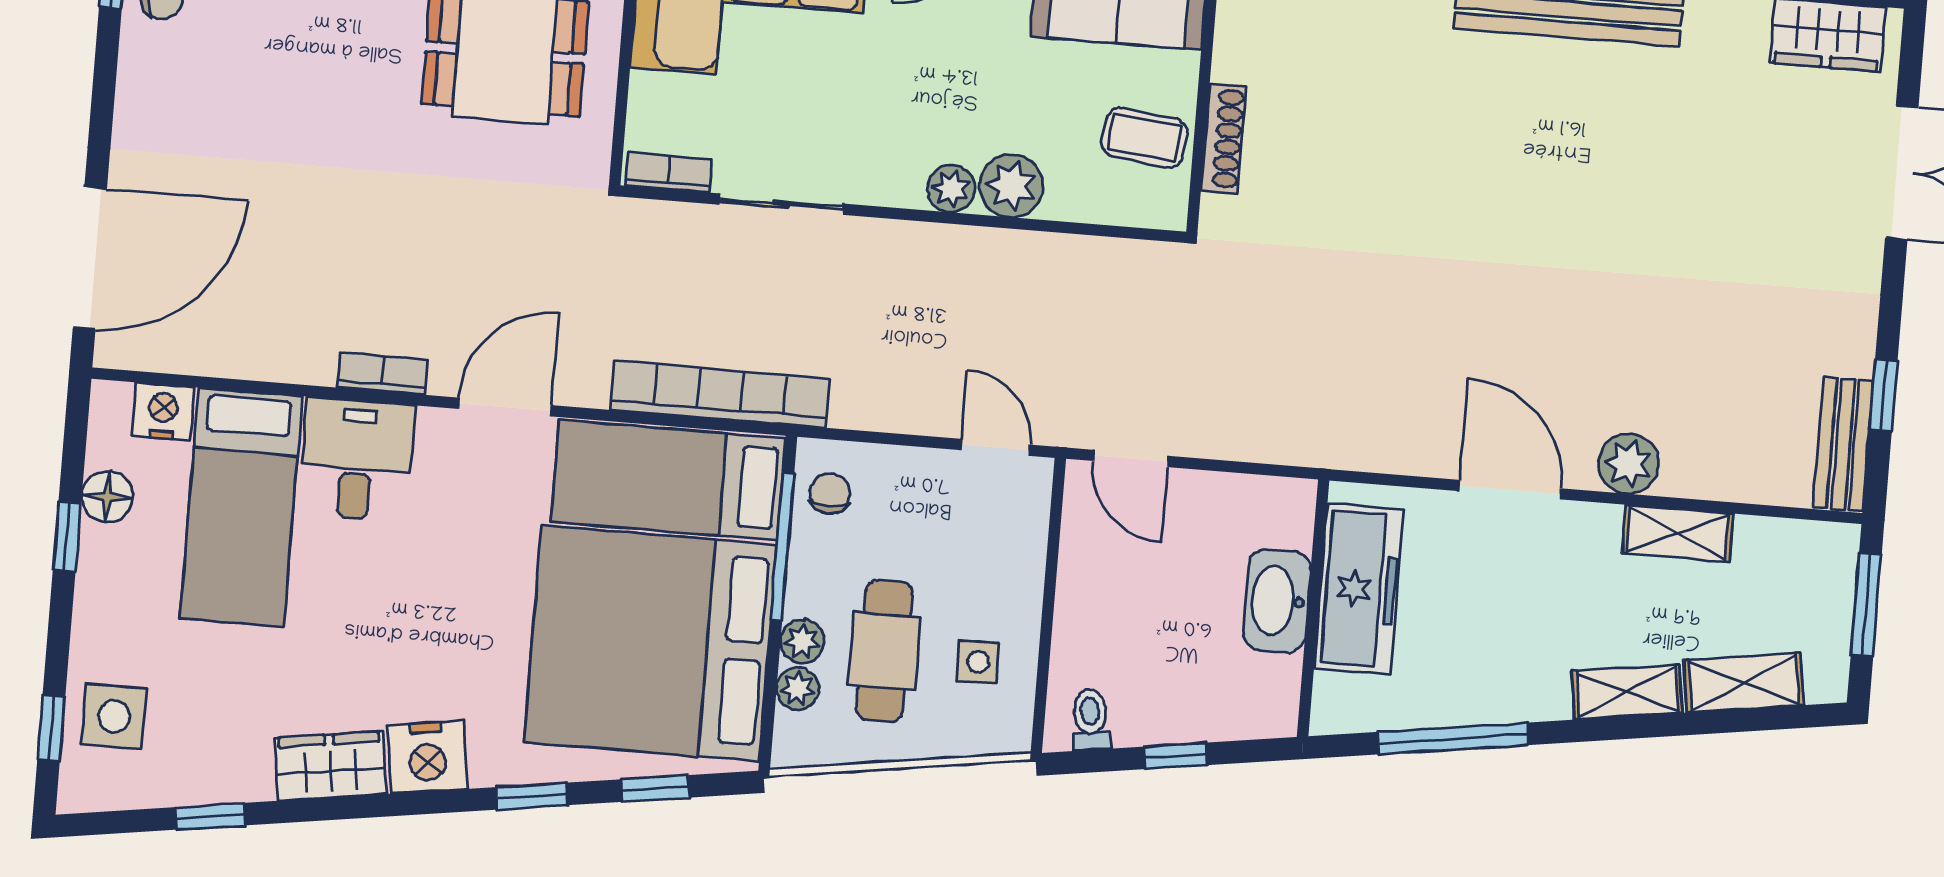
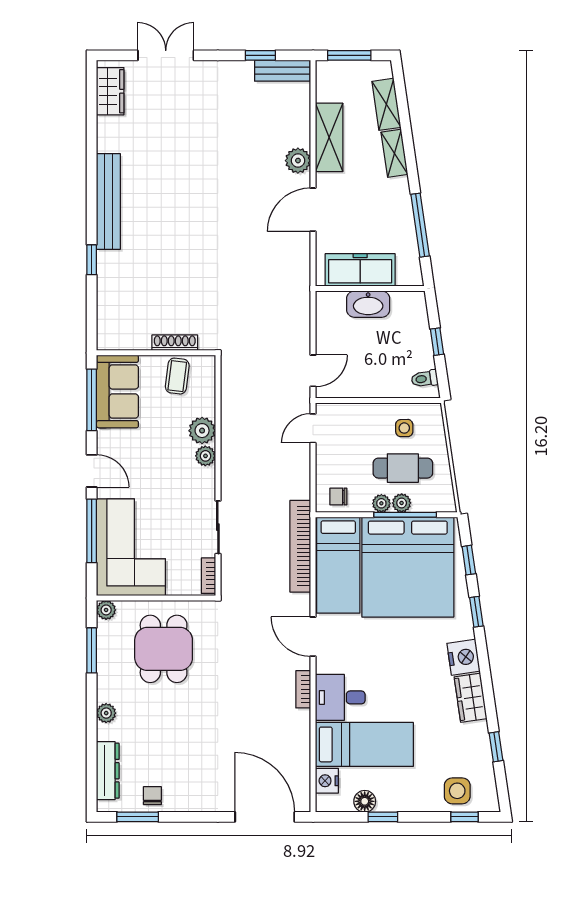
shelving: (1677, 533) -> (329, 137), width x1.50, depth x1.33
window: (782, 546) -> (405, 515), moved
plant: (798, 689) -> (381, 503), moved

